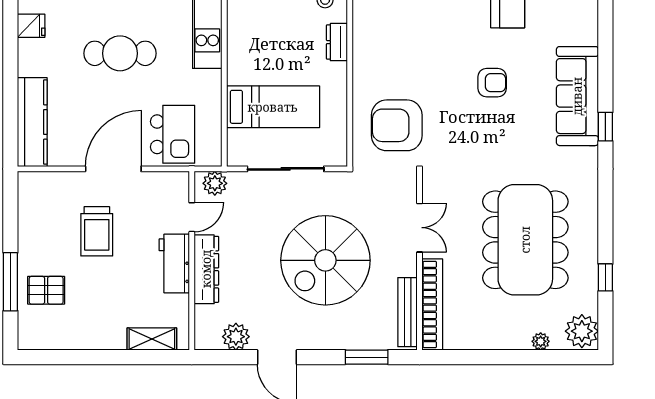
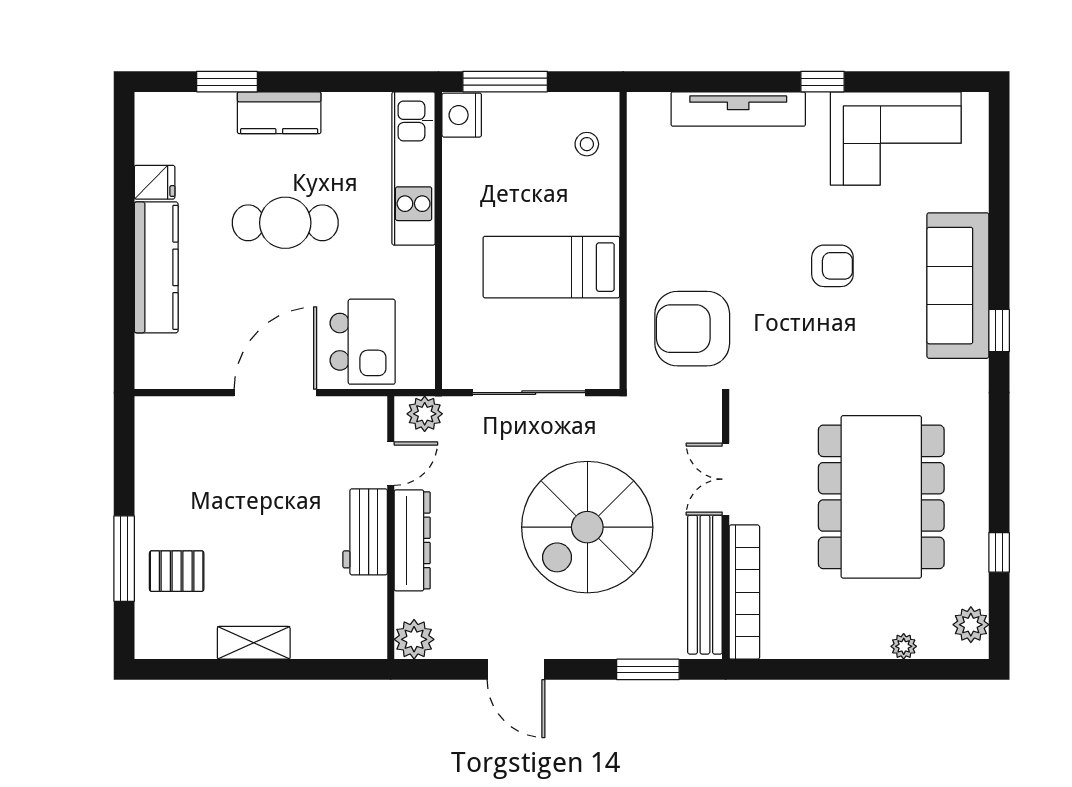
dresser: (337, 42) -> (604, 206), removed
bed: (273, 107) -> (551, 267), moved, turned 180
kitchen counter: (32, 122) -> (156, 267), moved
double door: (420, 228) -> (726, 479), swing flipped
trolley: (97, 231) -> (251, 484), removed
bench: (408, 312) -> (705, 585), width x1.37, depth x1.21
plant: (582, 331) -> (971, 625), width x0.73, depth x0.73
plant: (236, 337) -> (414, 639), moved
shelving: (152, 339) -> (254, 643), moved

